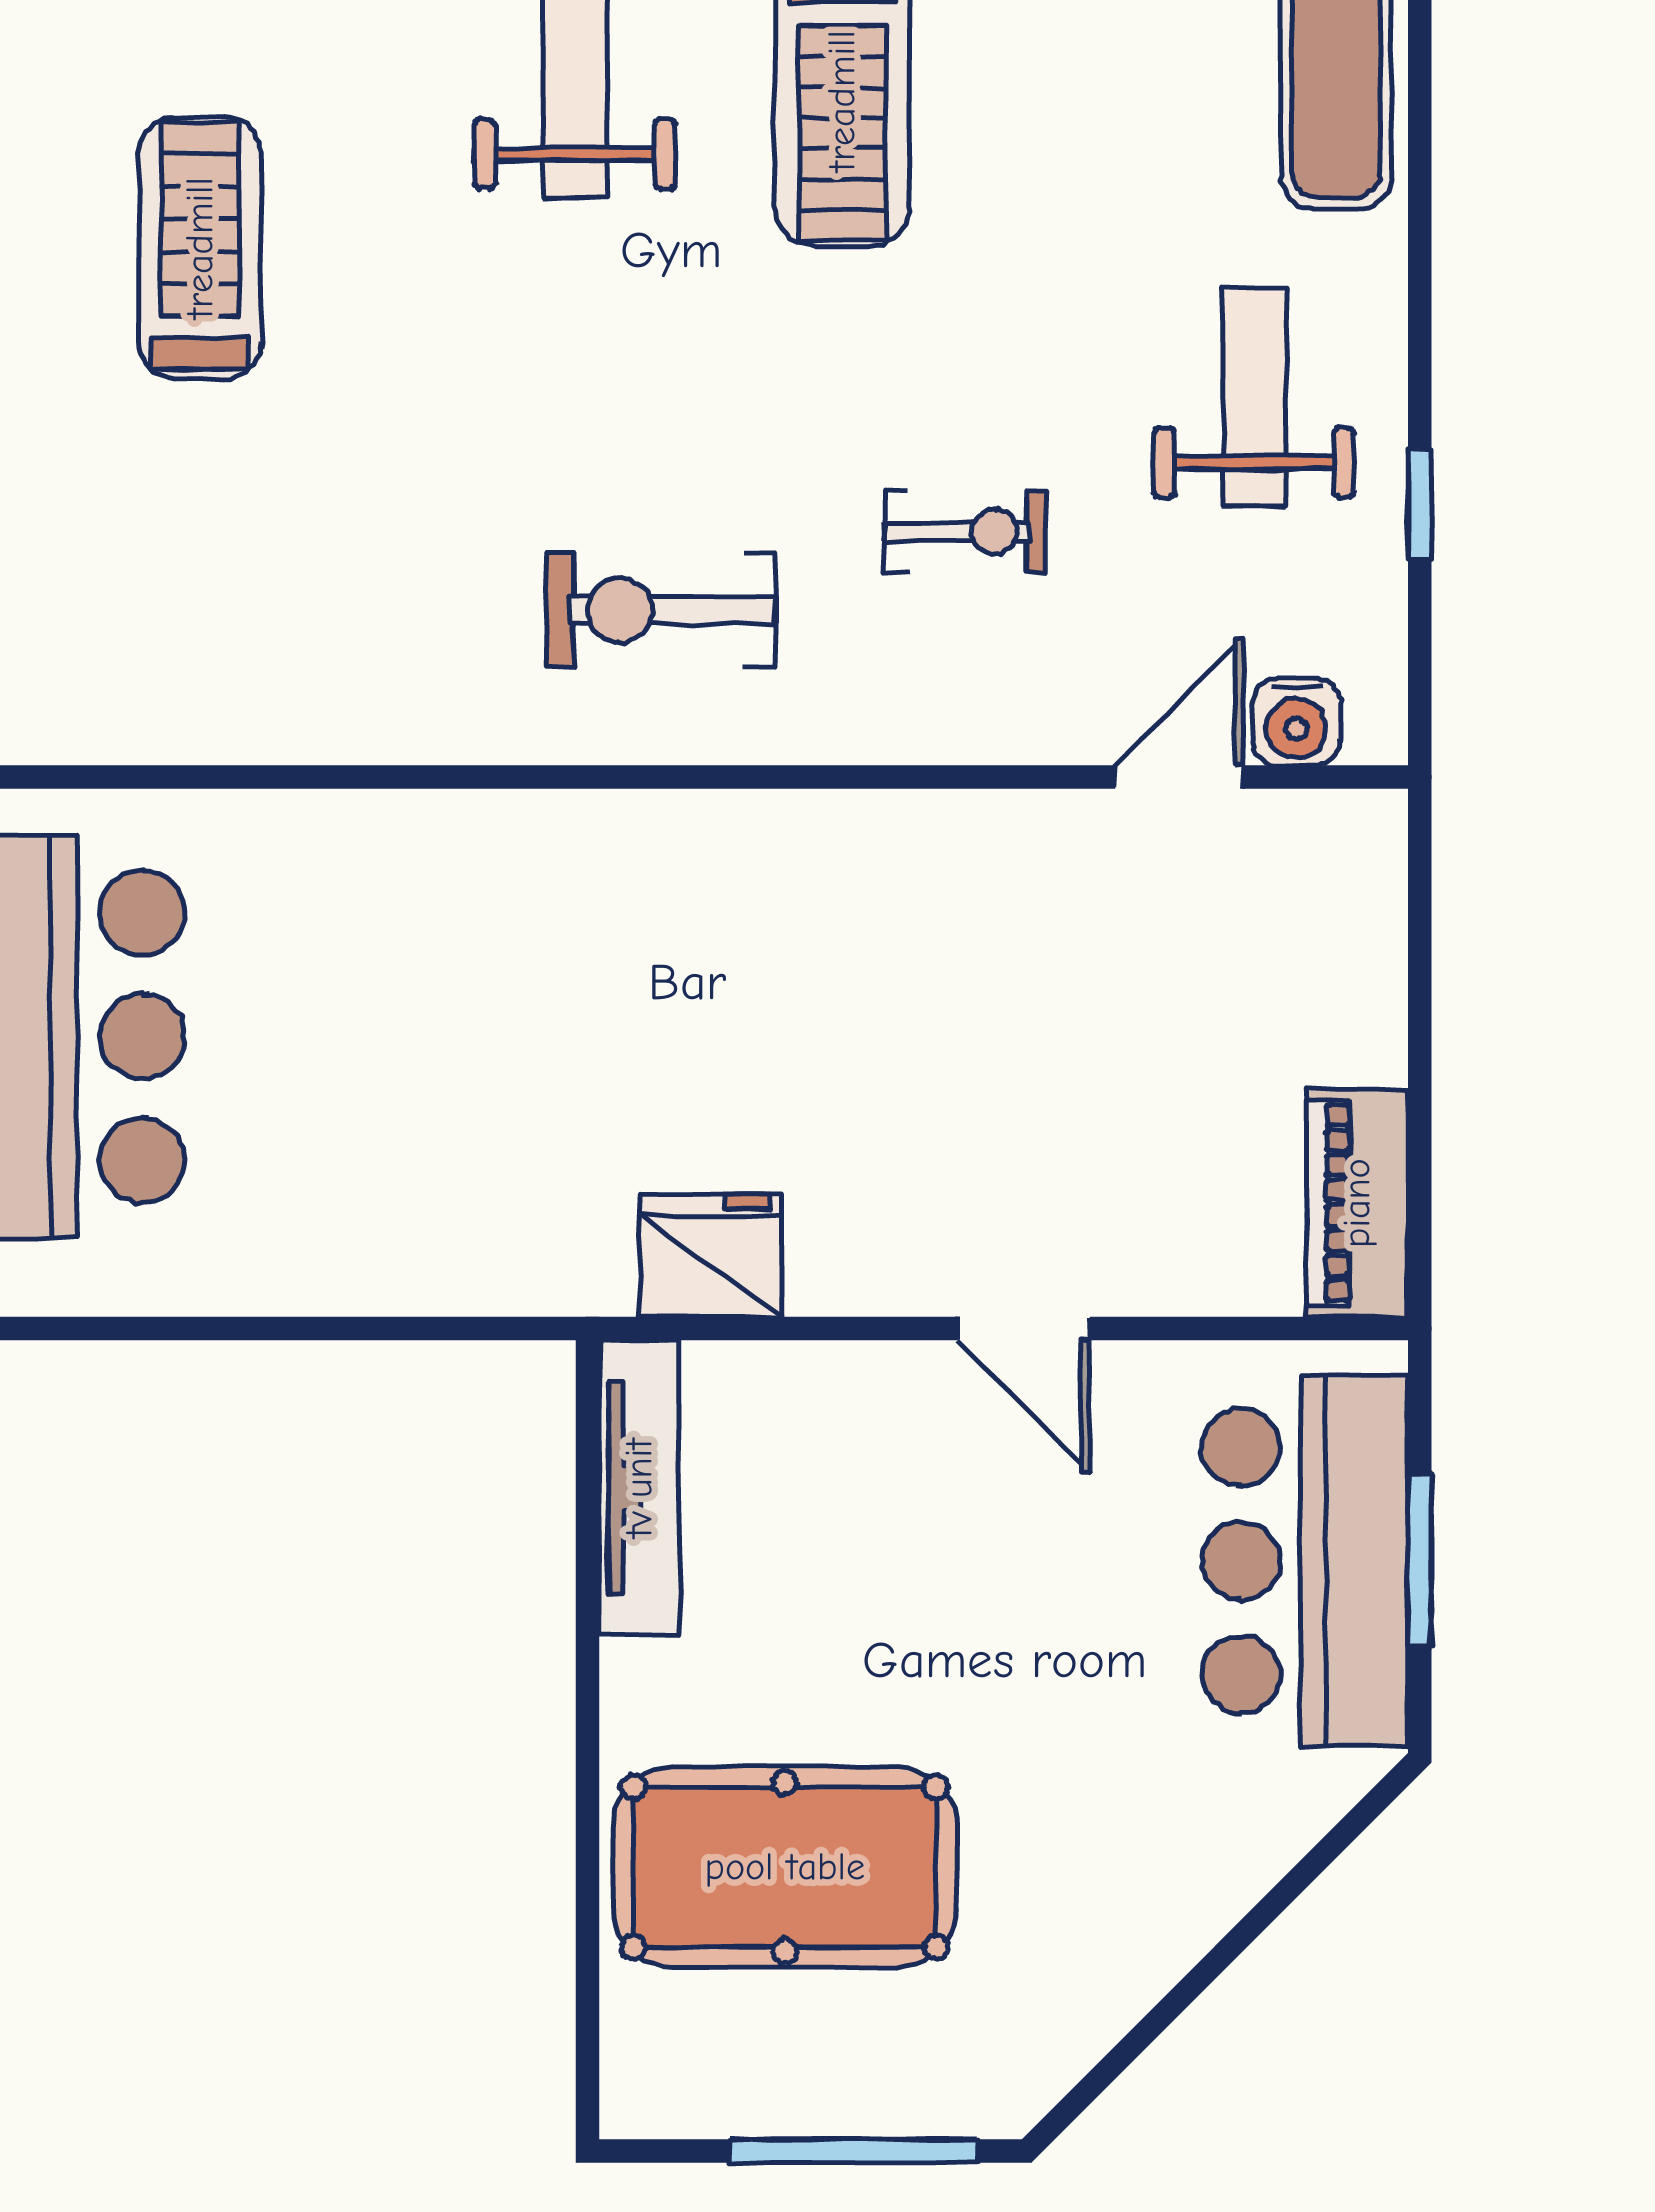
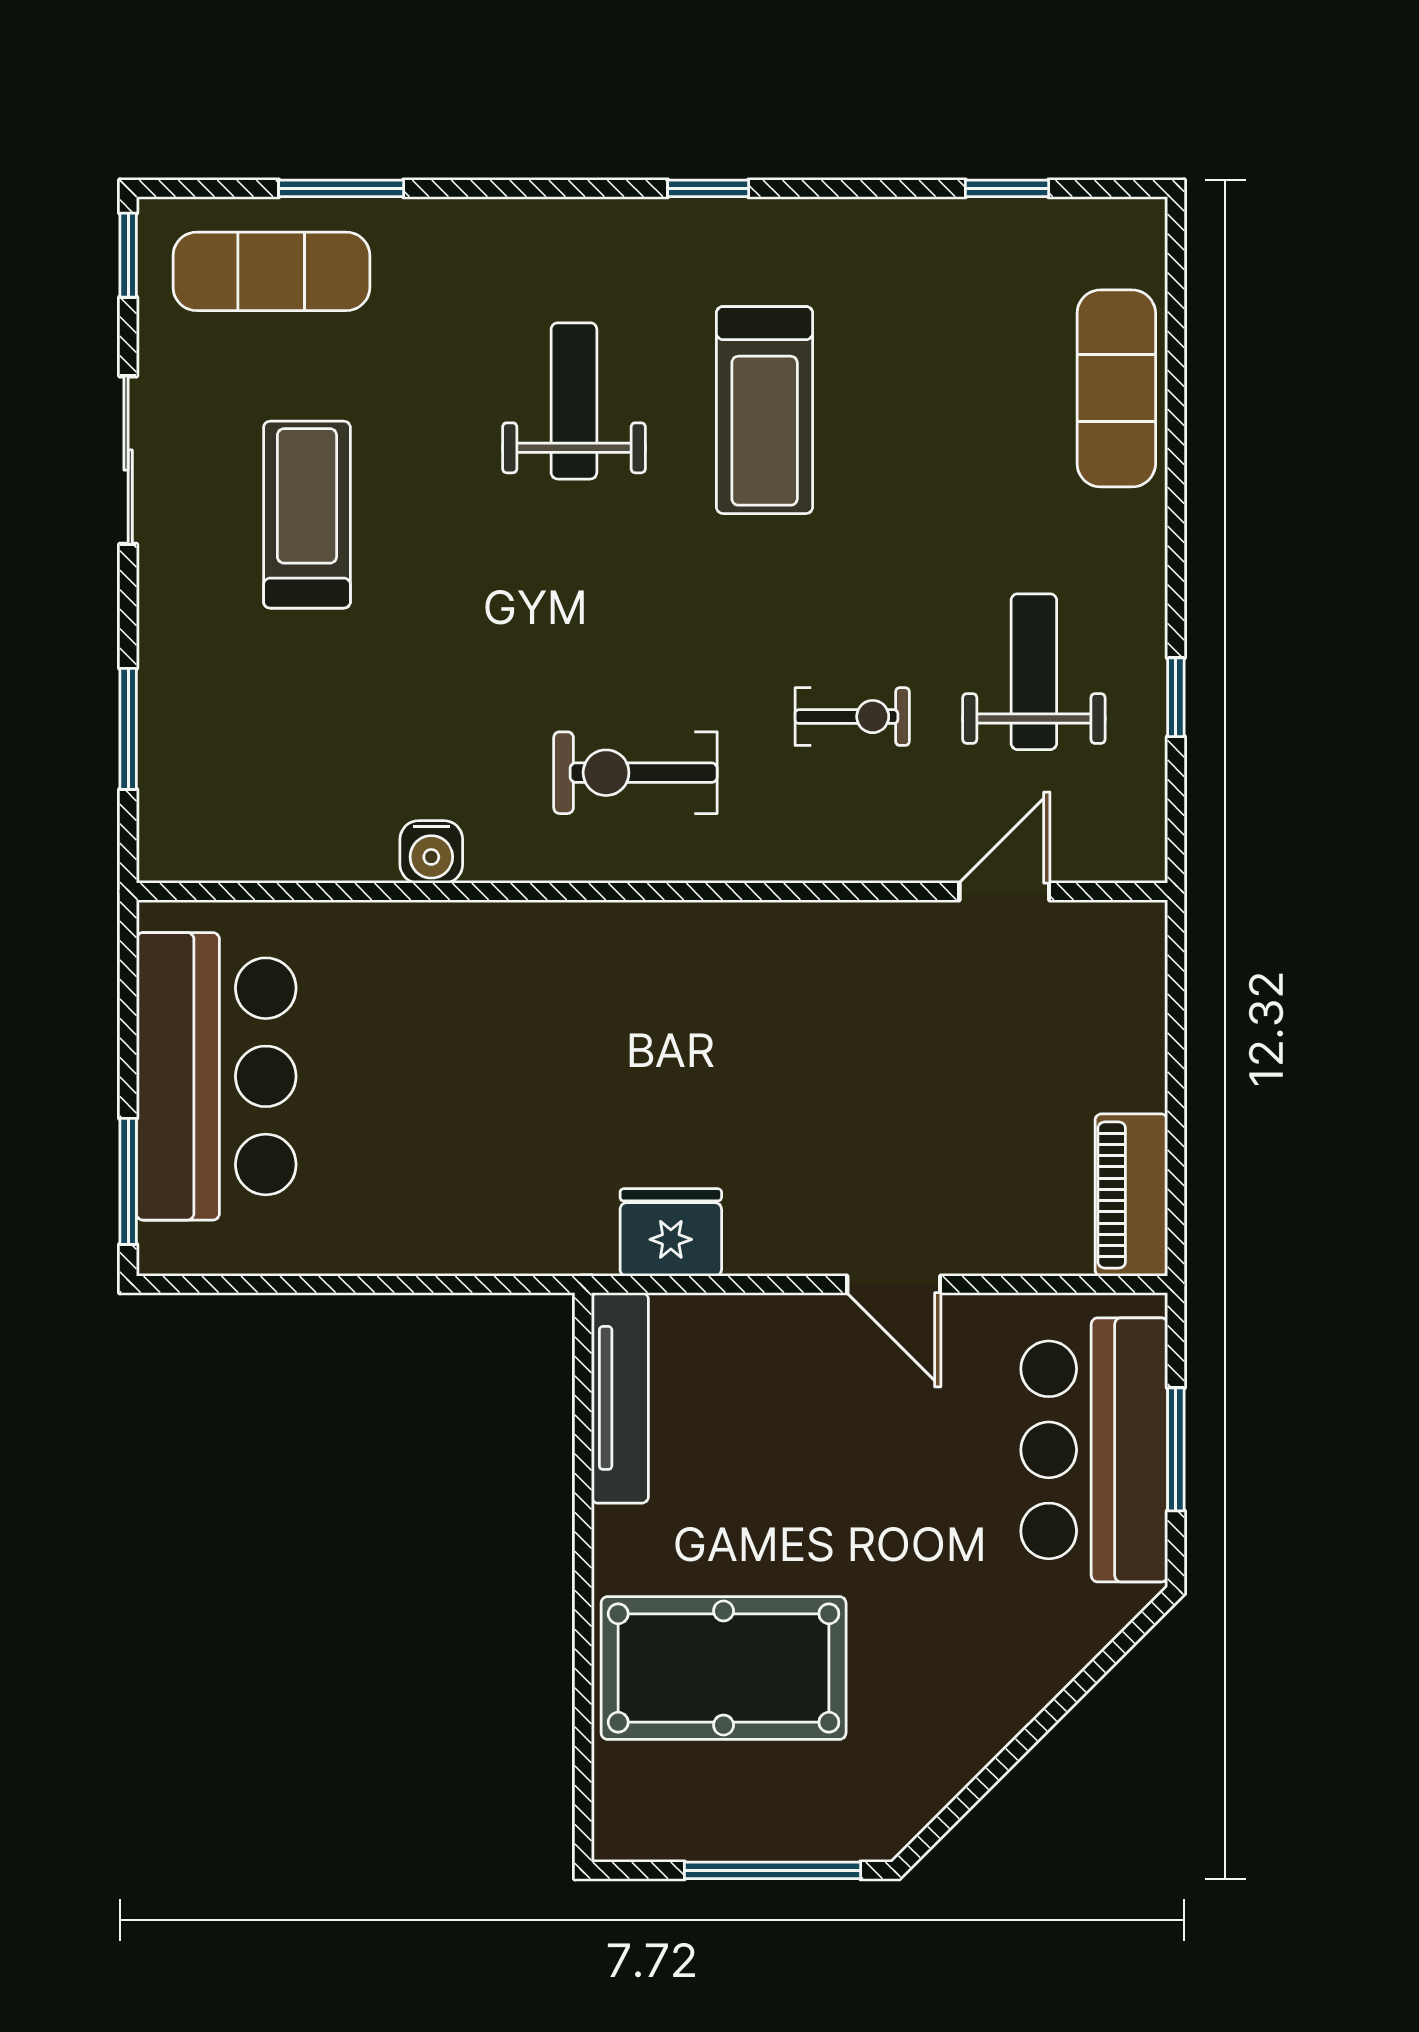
weight bench: (1254, 397) -> (1034, 672), moved
water cooler: (1296, 721) -> (431, 852), moved

